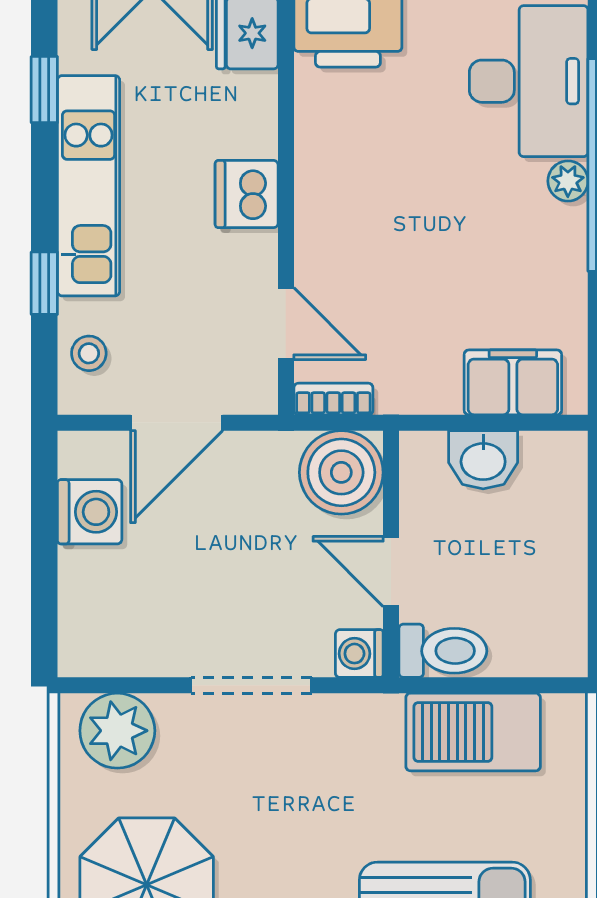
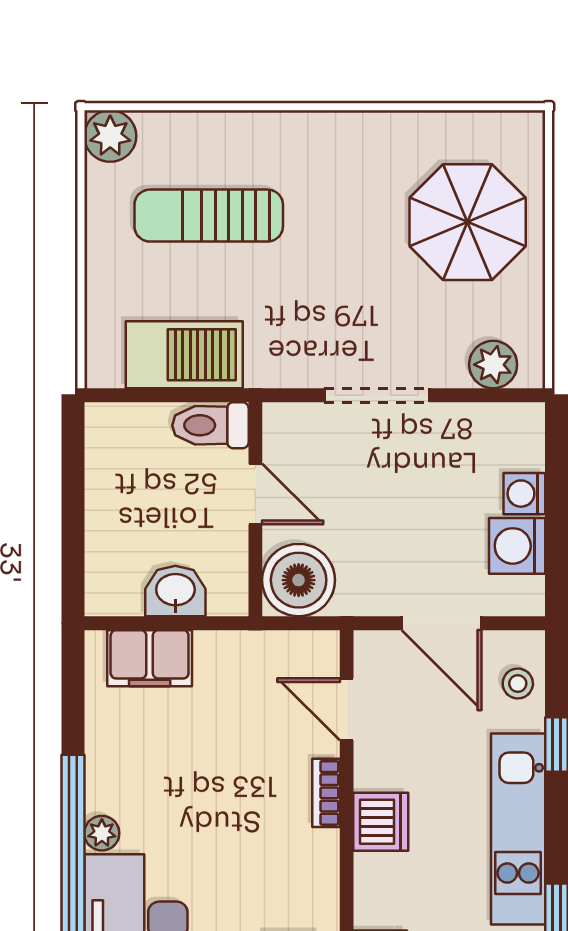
bookcase: (333, 399) -> (326, 793), moved, turned 90
door: (177, 423) -> (442, 623), swing flipped
washing machine: (359, 654) -> (524, 494), moved, turned 180
plant: (117, 731) -> (493, 365), width x0.73, depth x0.73

